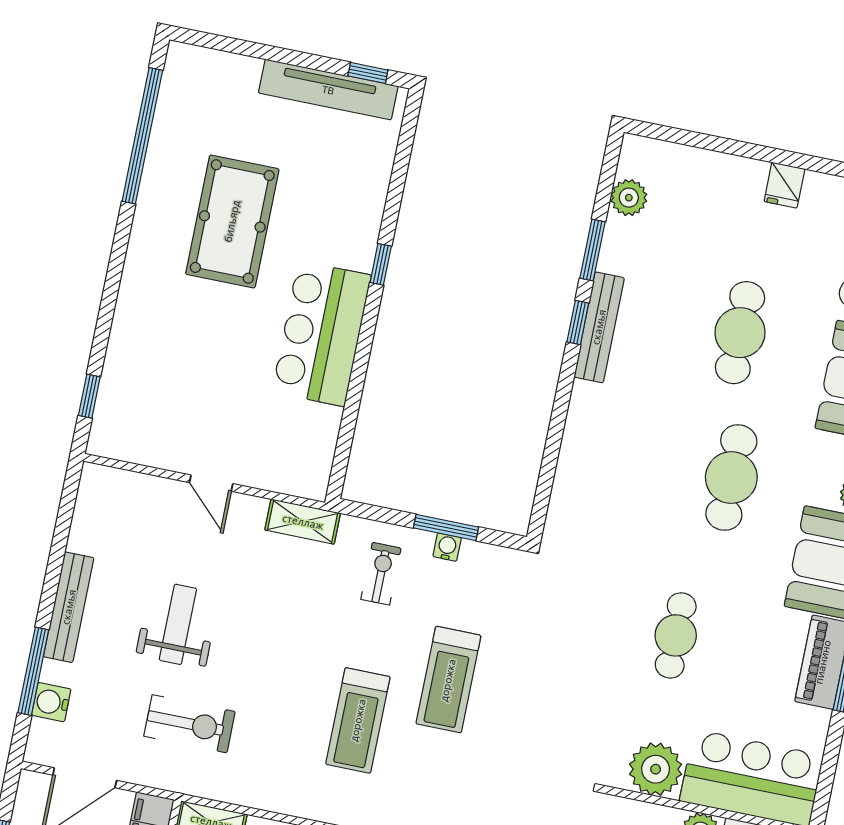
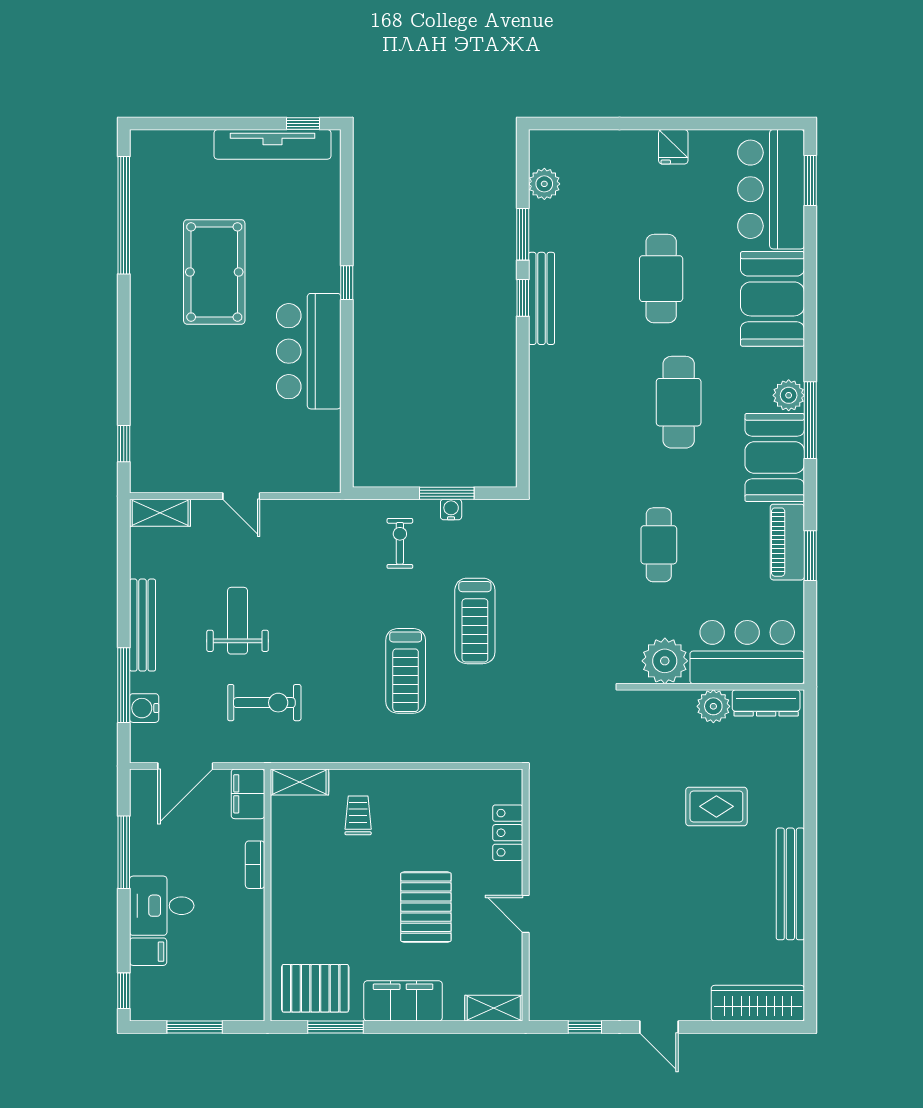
shelving: (303, 522) -> (160, 513), moved

